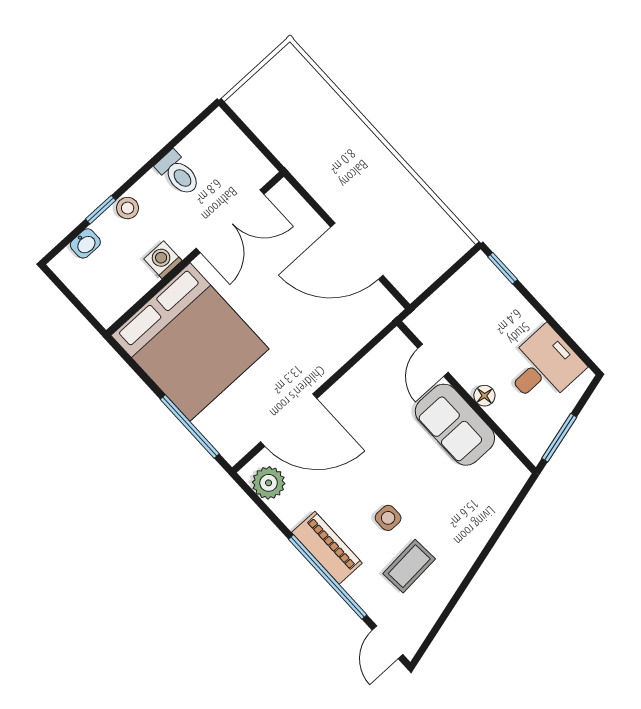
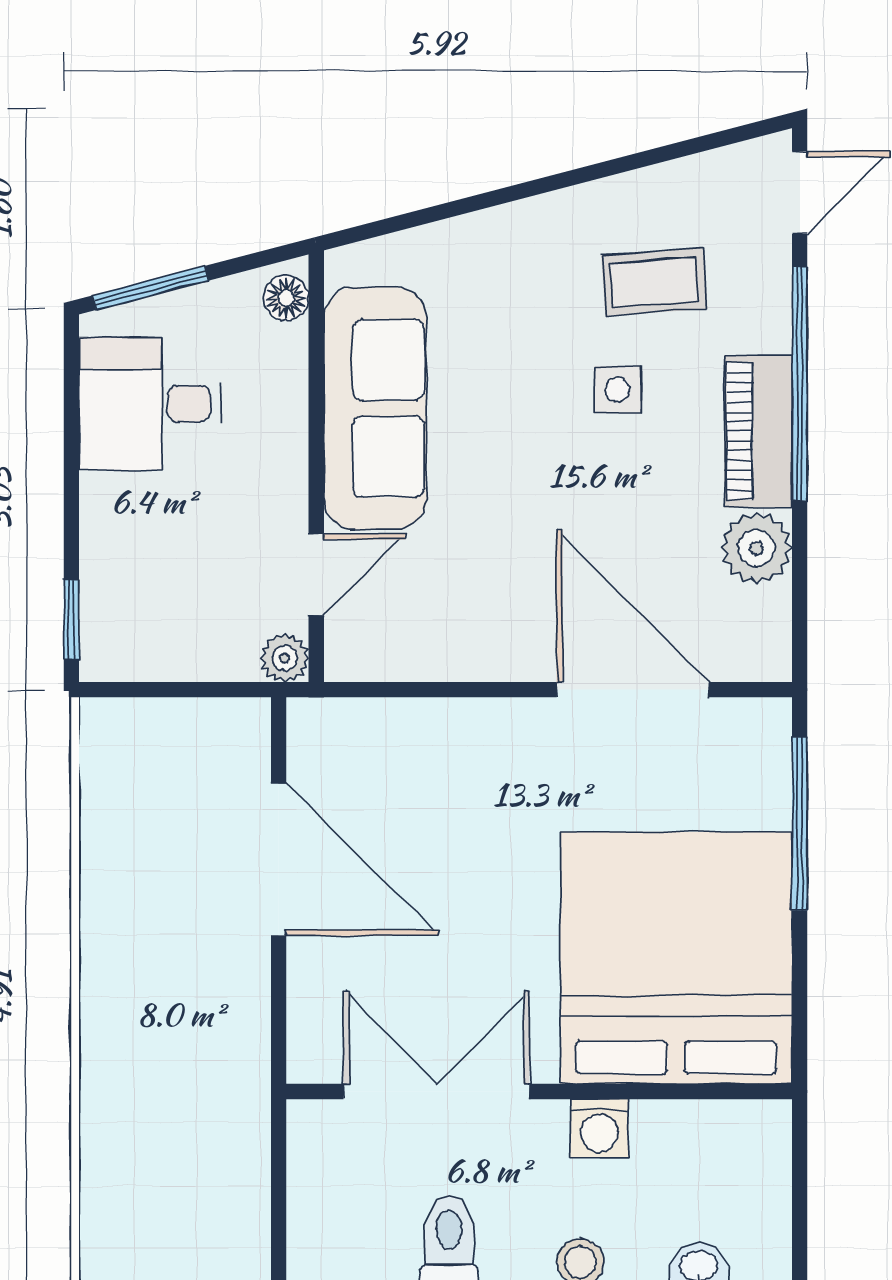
plant: (418, 322) -> (285, 658), added
floor lamp: (484, 396) -> (286, 298), moved
sofa: (455, 425) -> (375, 408), width x1.36
window: (559, 438) -> (151, 288), moved
plant: (269, 483) -> (757, 548), moved

